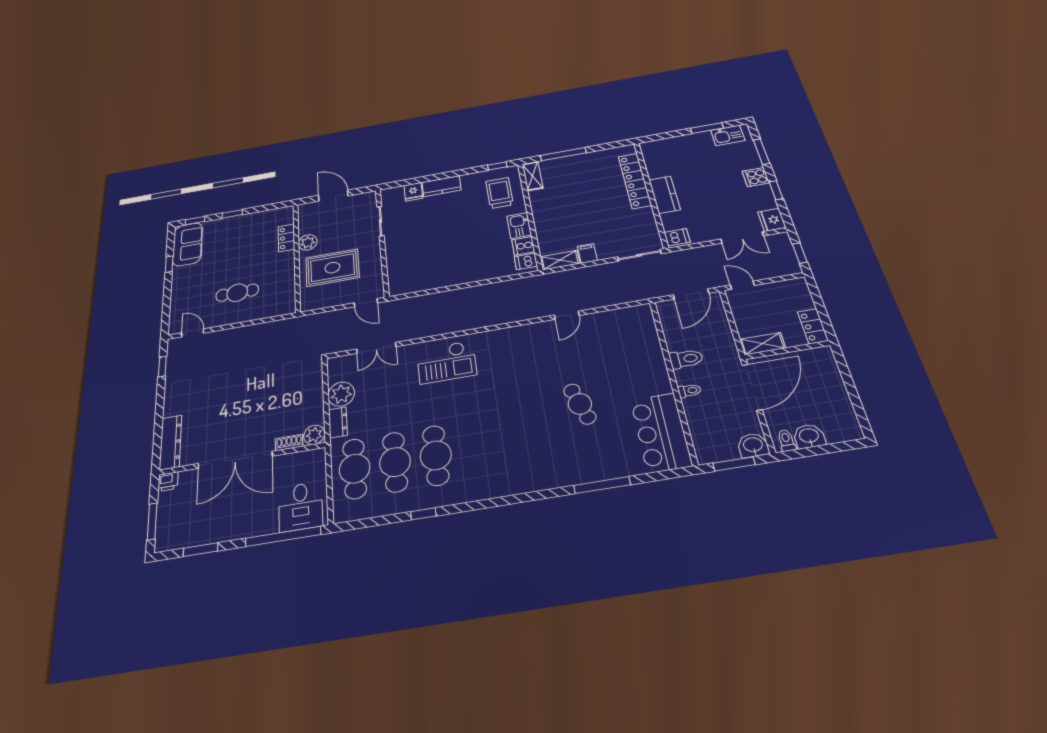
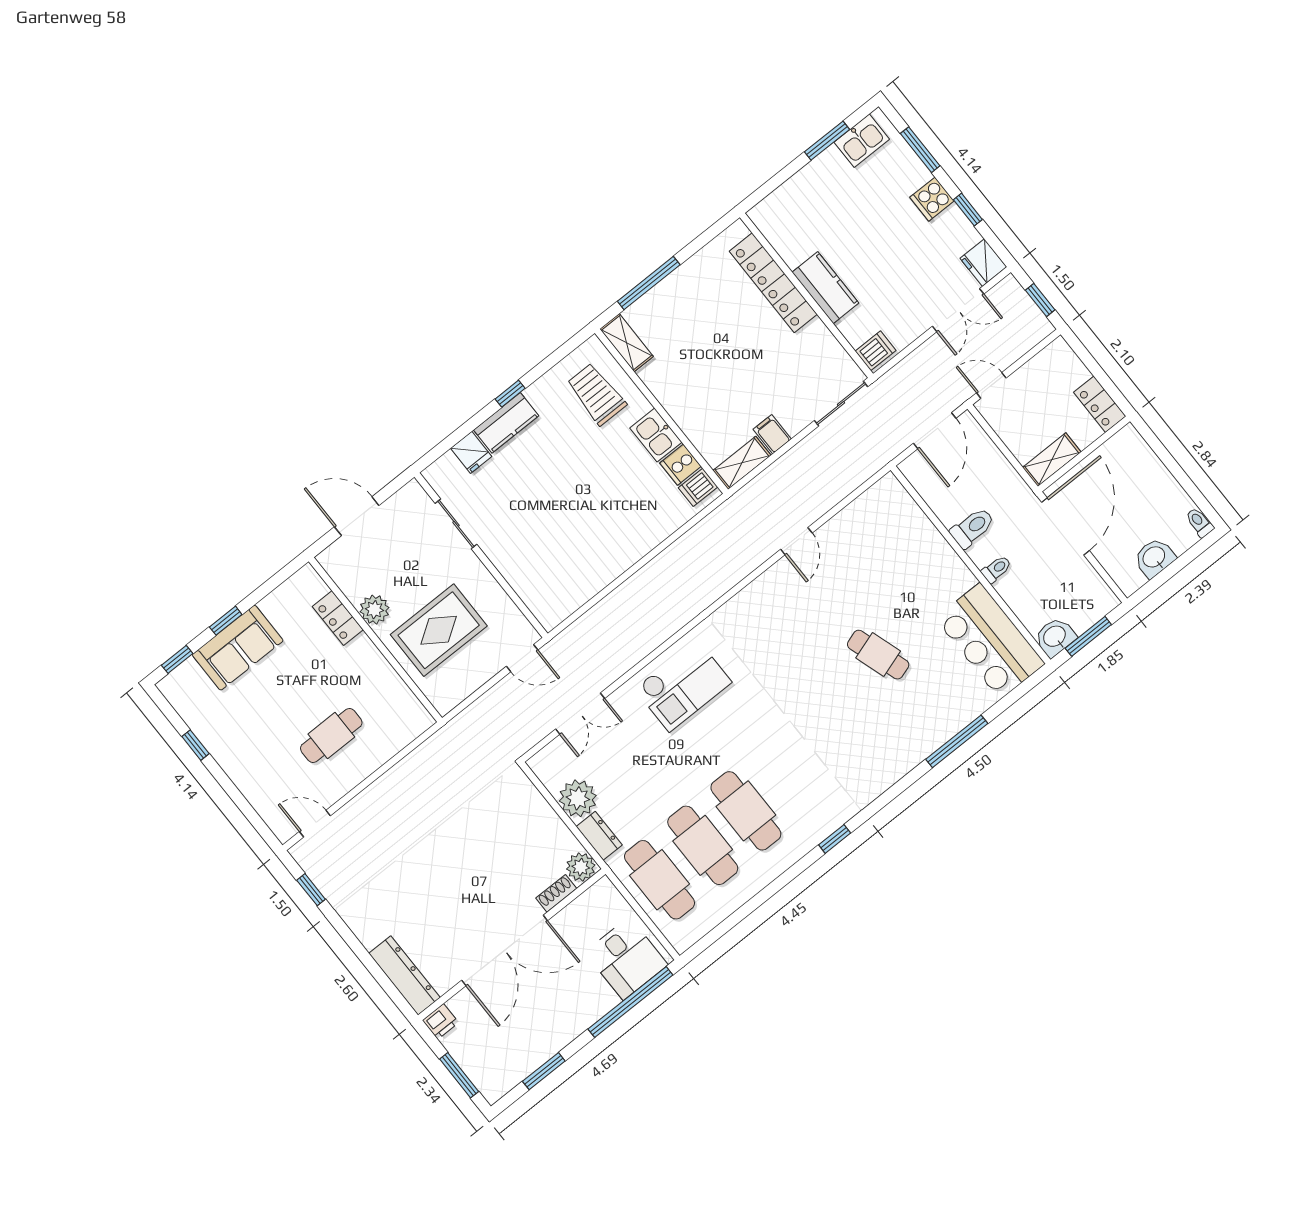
window: (497, 166) -> (510, 394), moved
sofa: (188, 244) -> (238, 648), moved, turned 90
toilet: (786, 440) -> (1200, 522), moved
washbasin: (753, 445) -> (1055, 637), moved
window: (423, 514) -> (835, 839), moved

